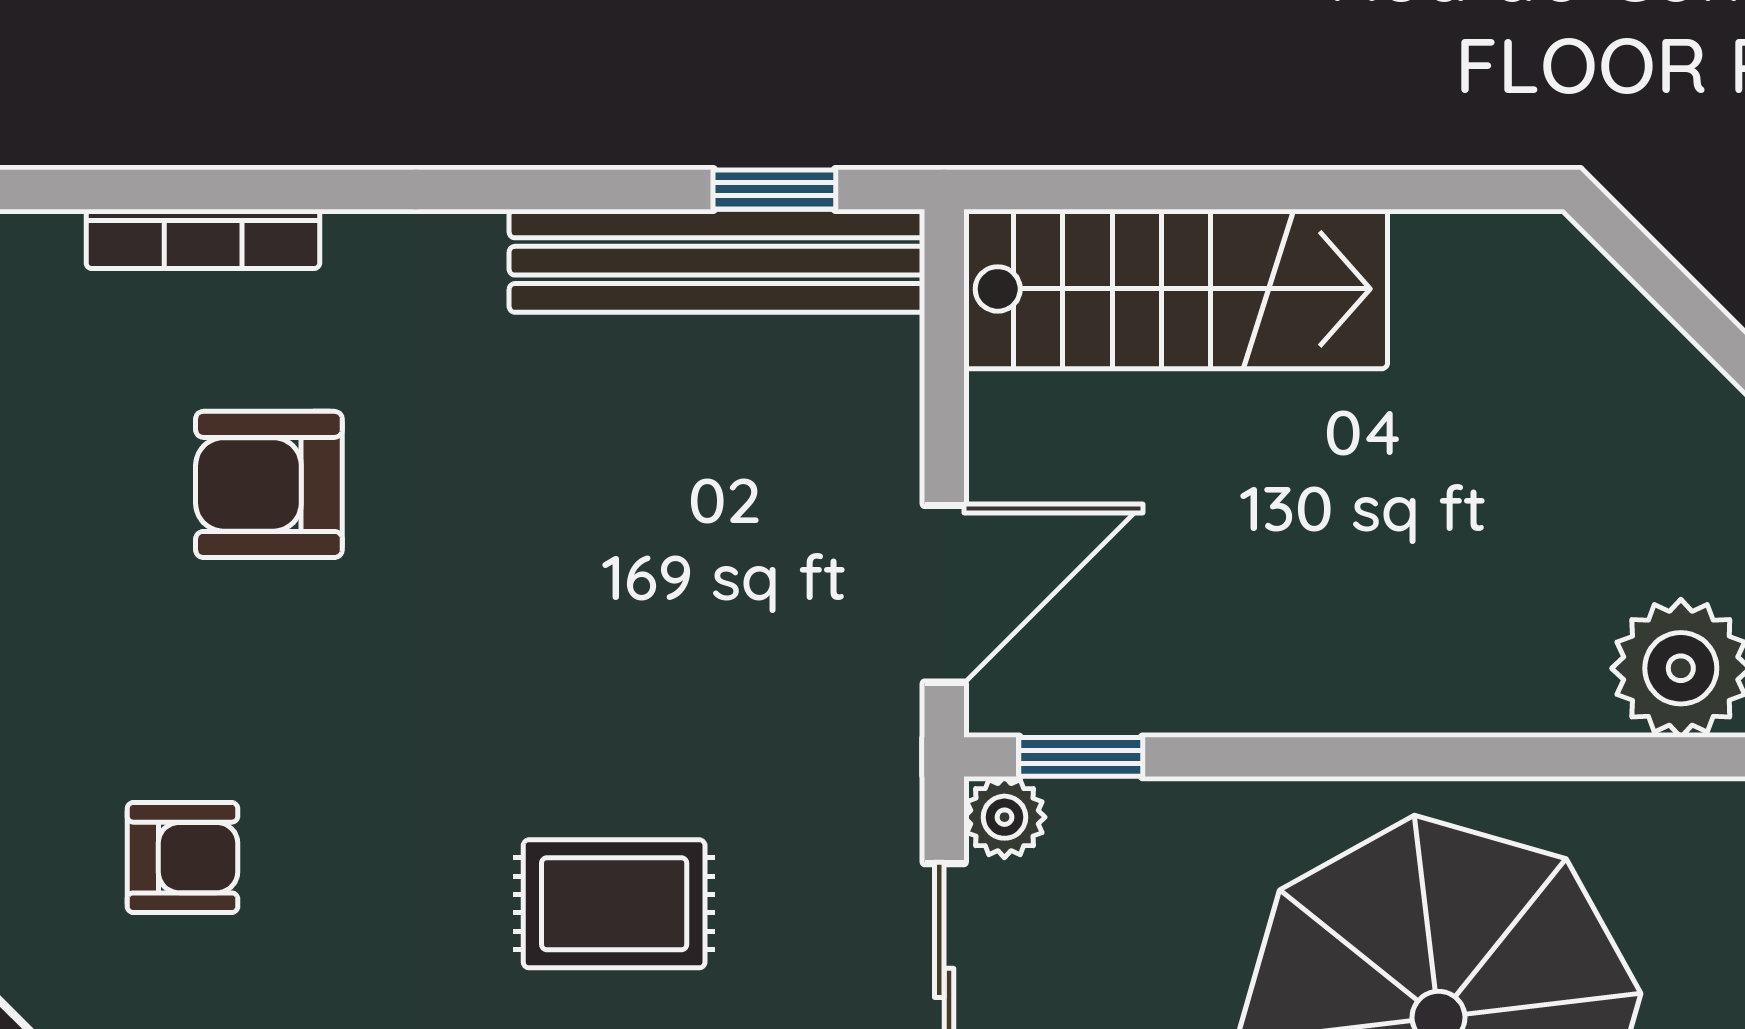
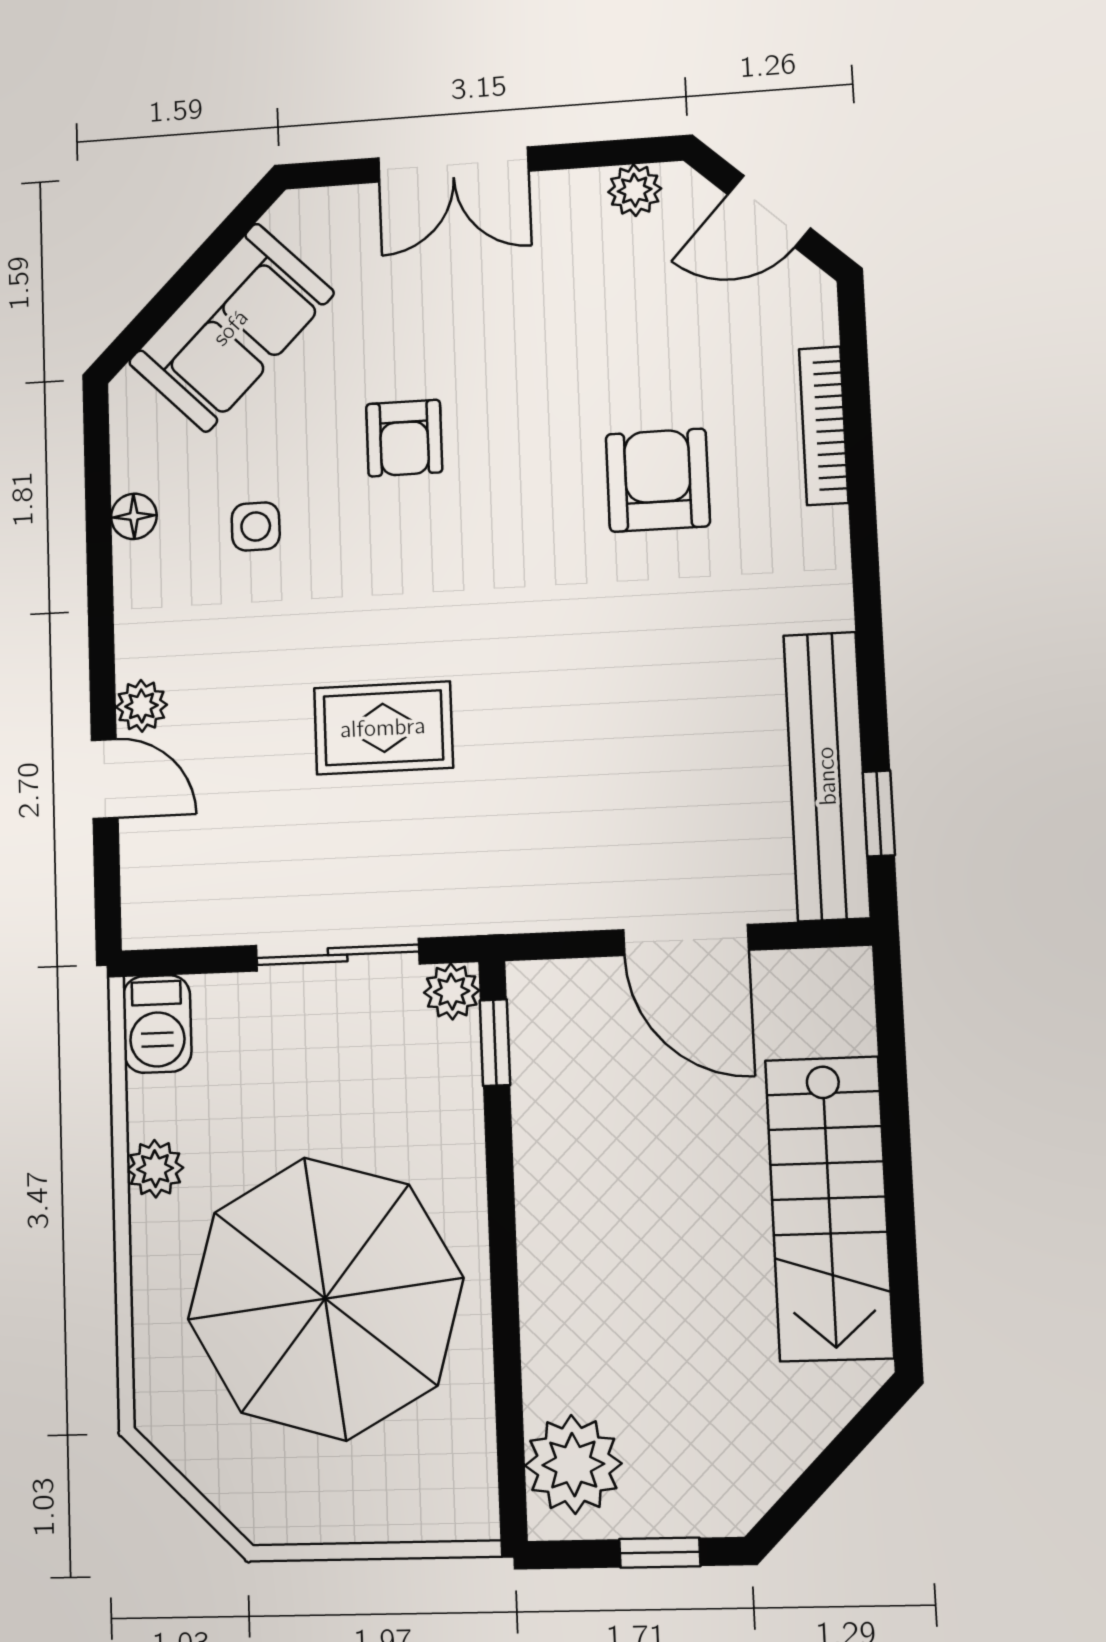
stairs: (1176, 289) -> (829, 1208), moved
door: (944, 594) -> (686, 940), moved
rug: (614, 904) -> (383, 728), turned 90

